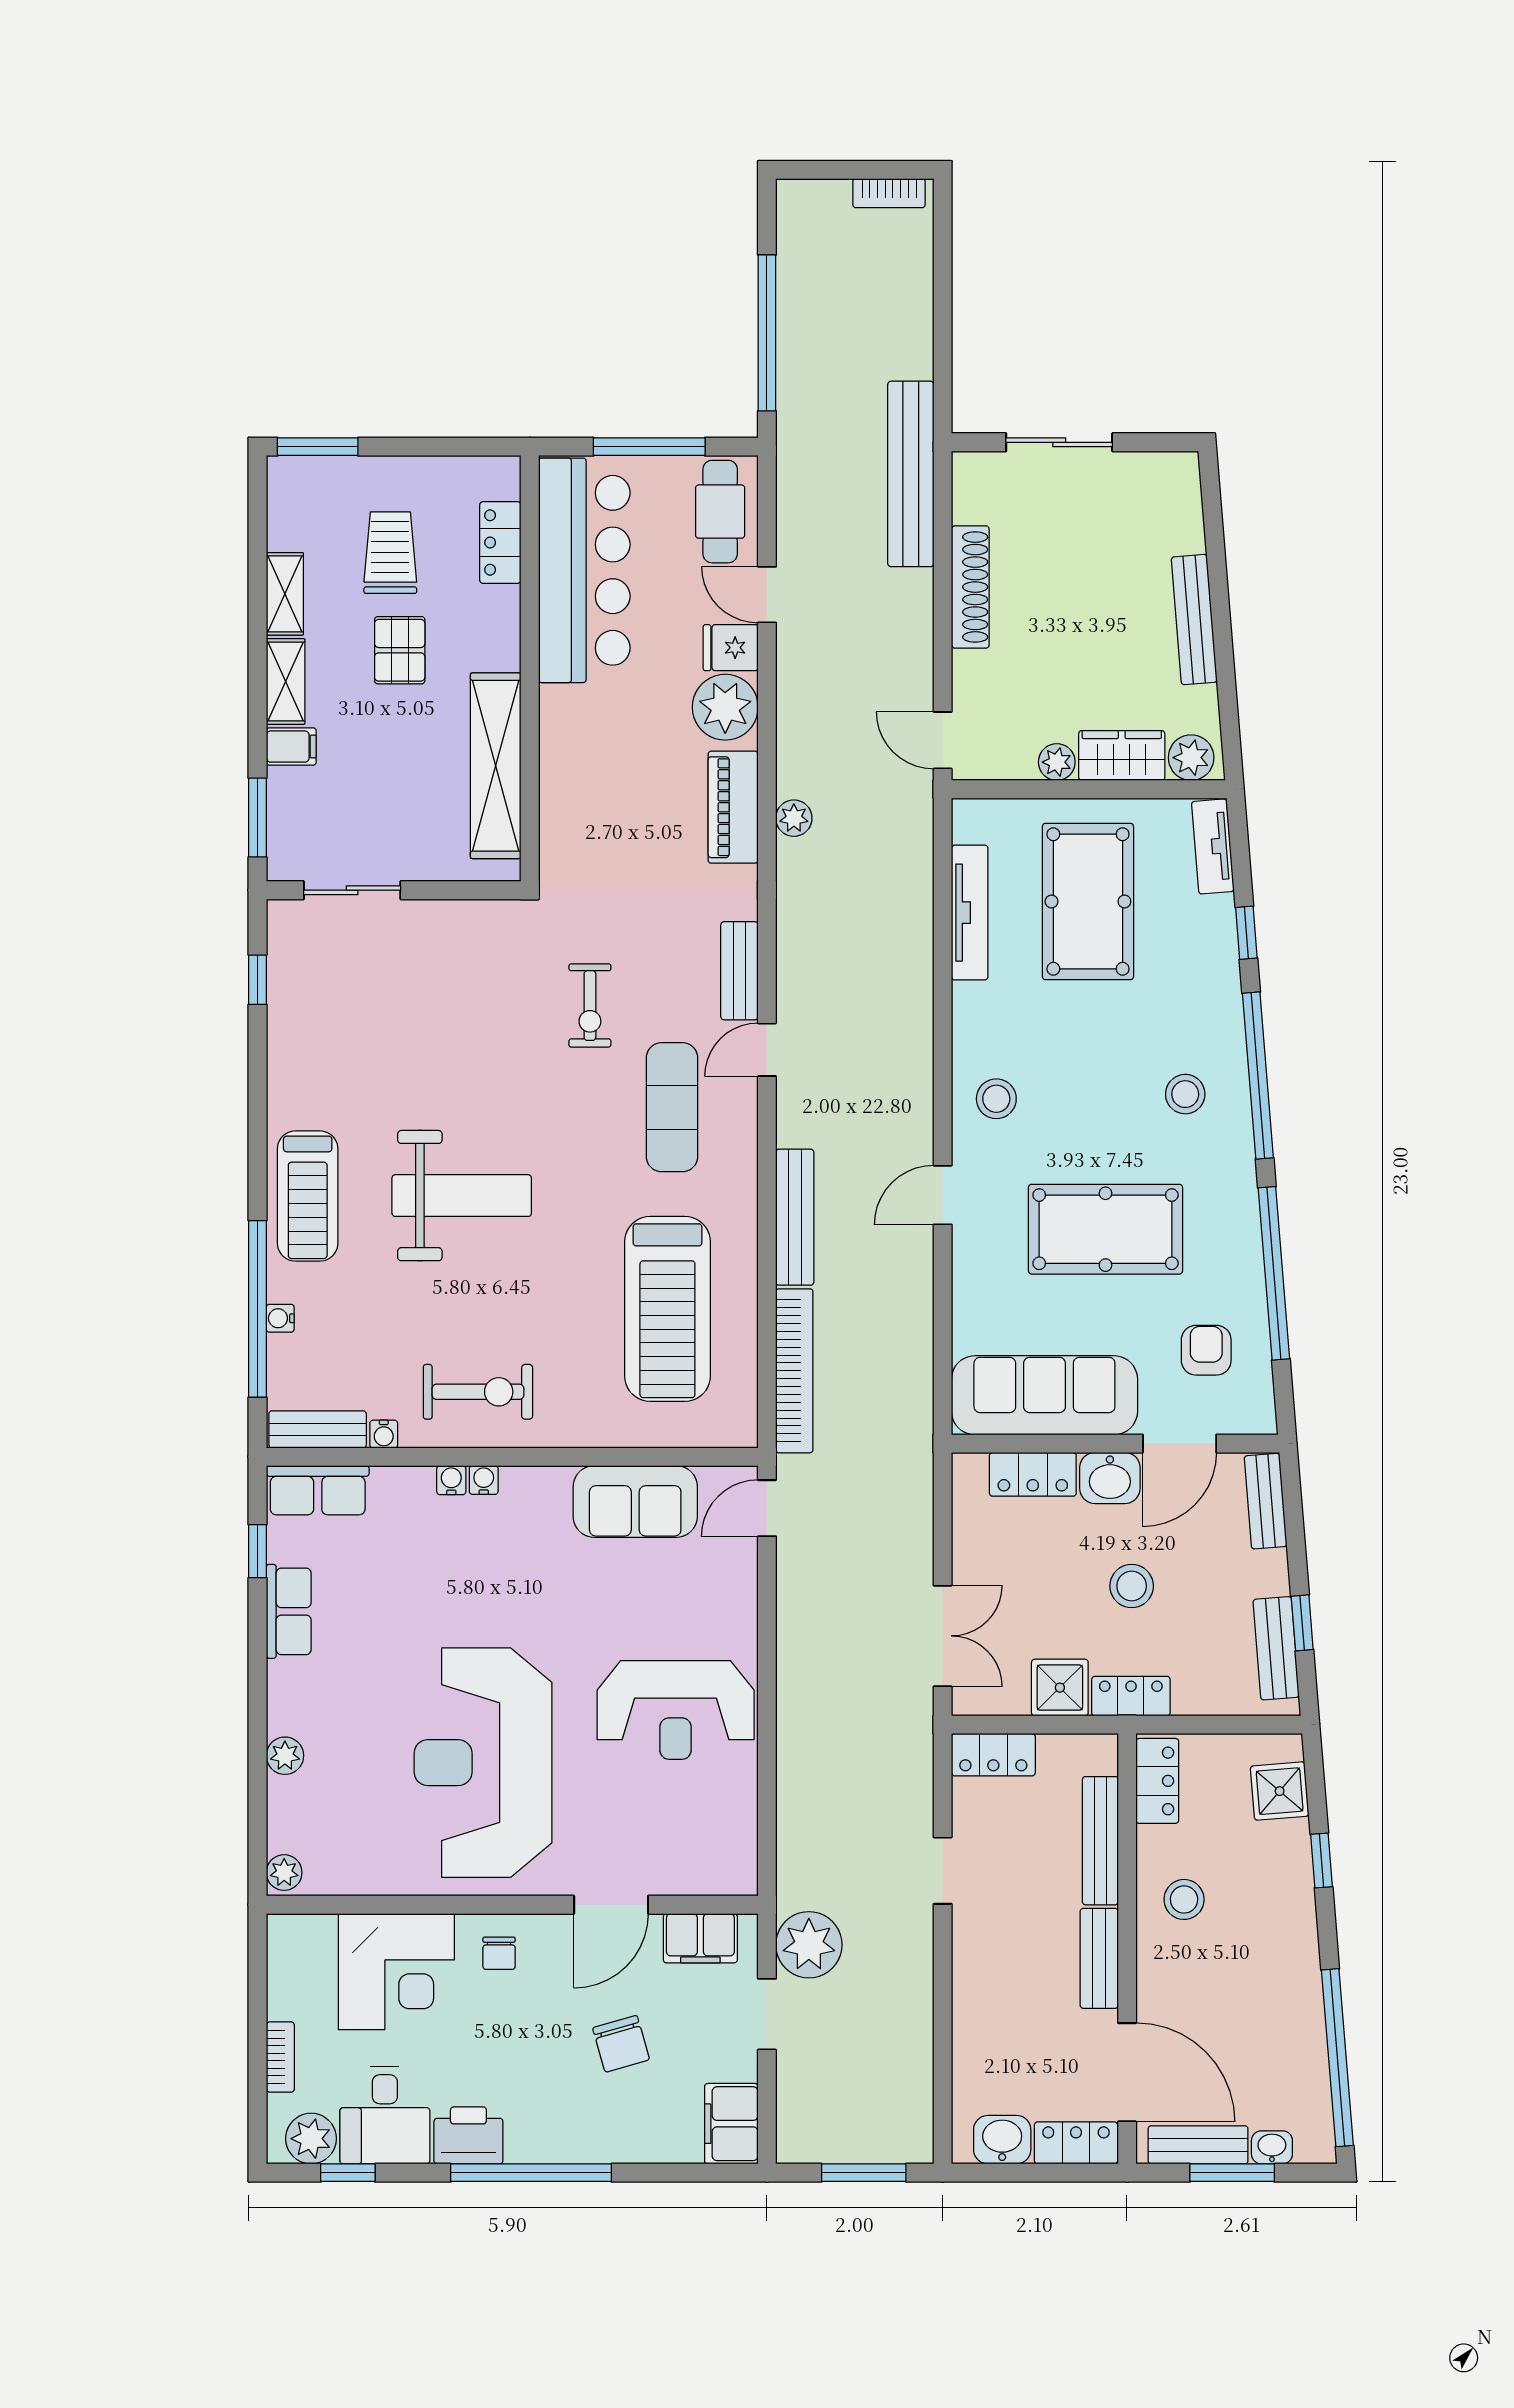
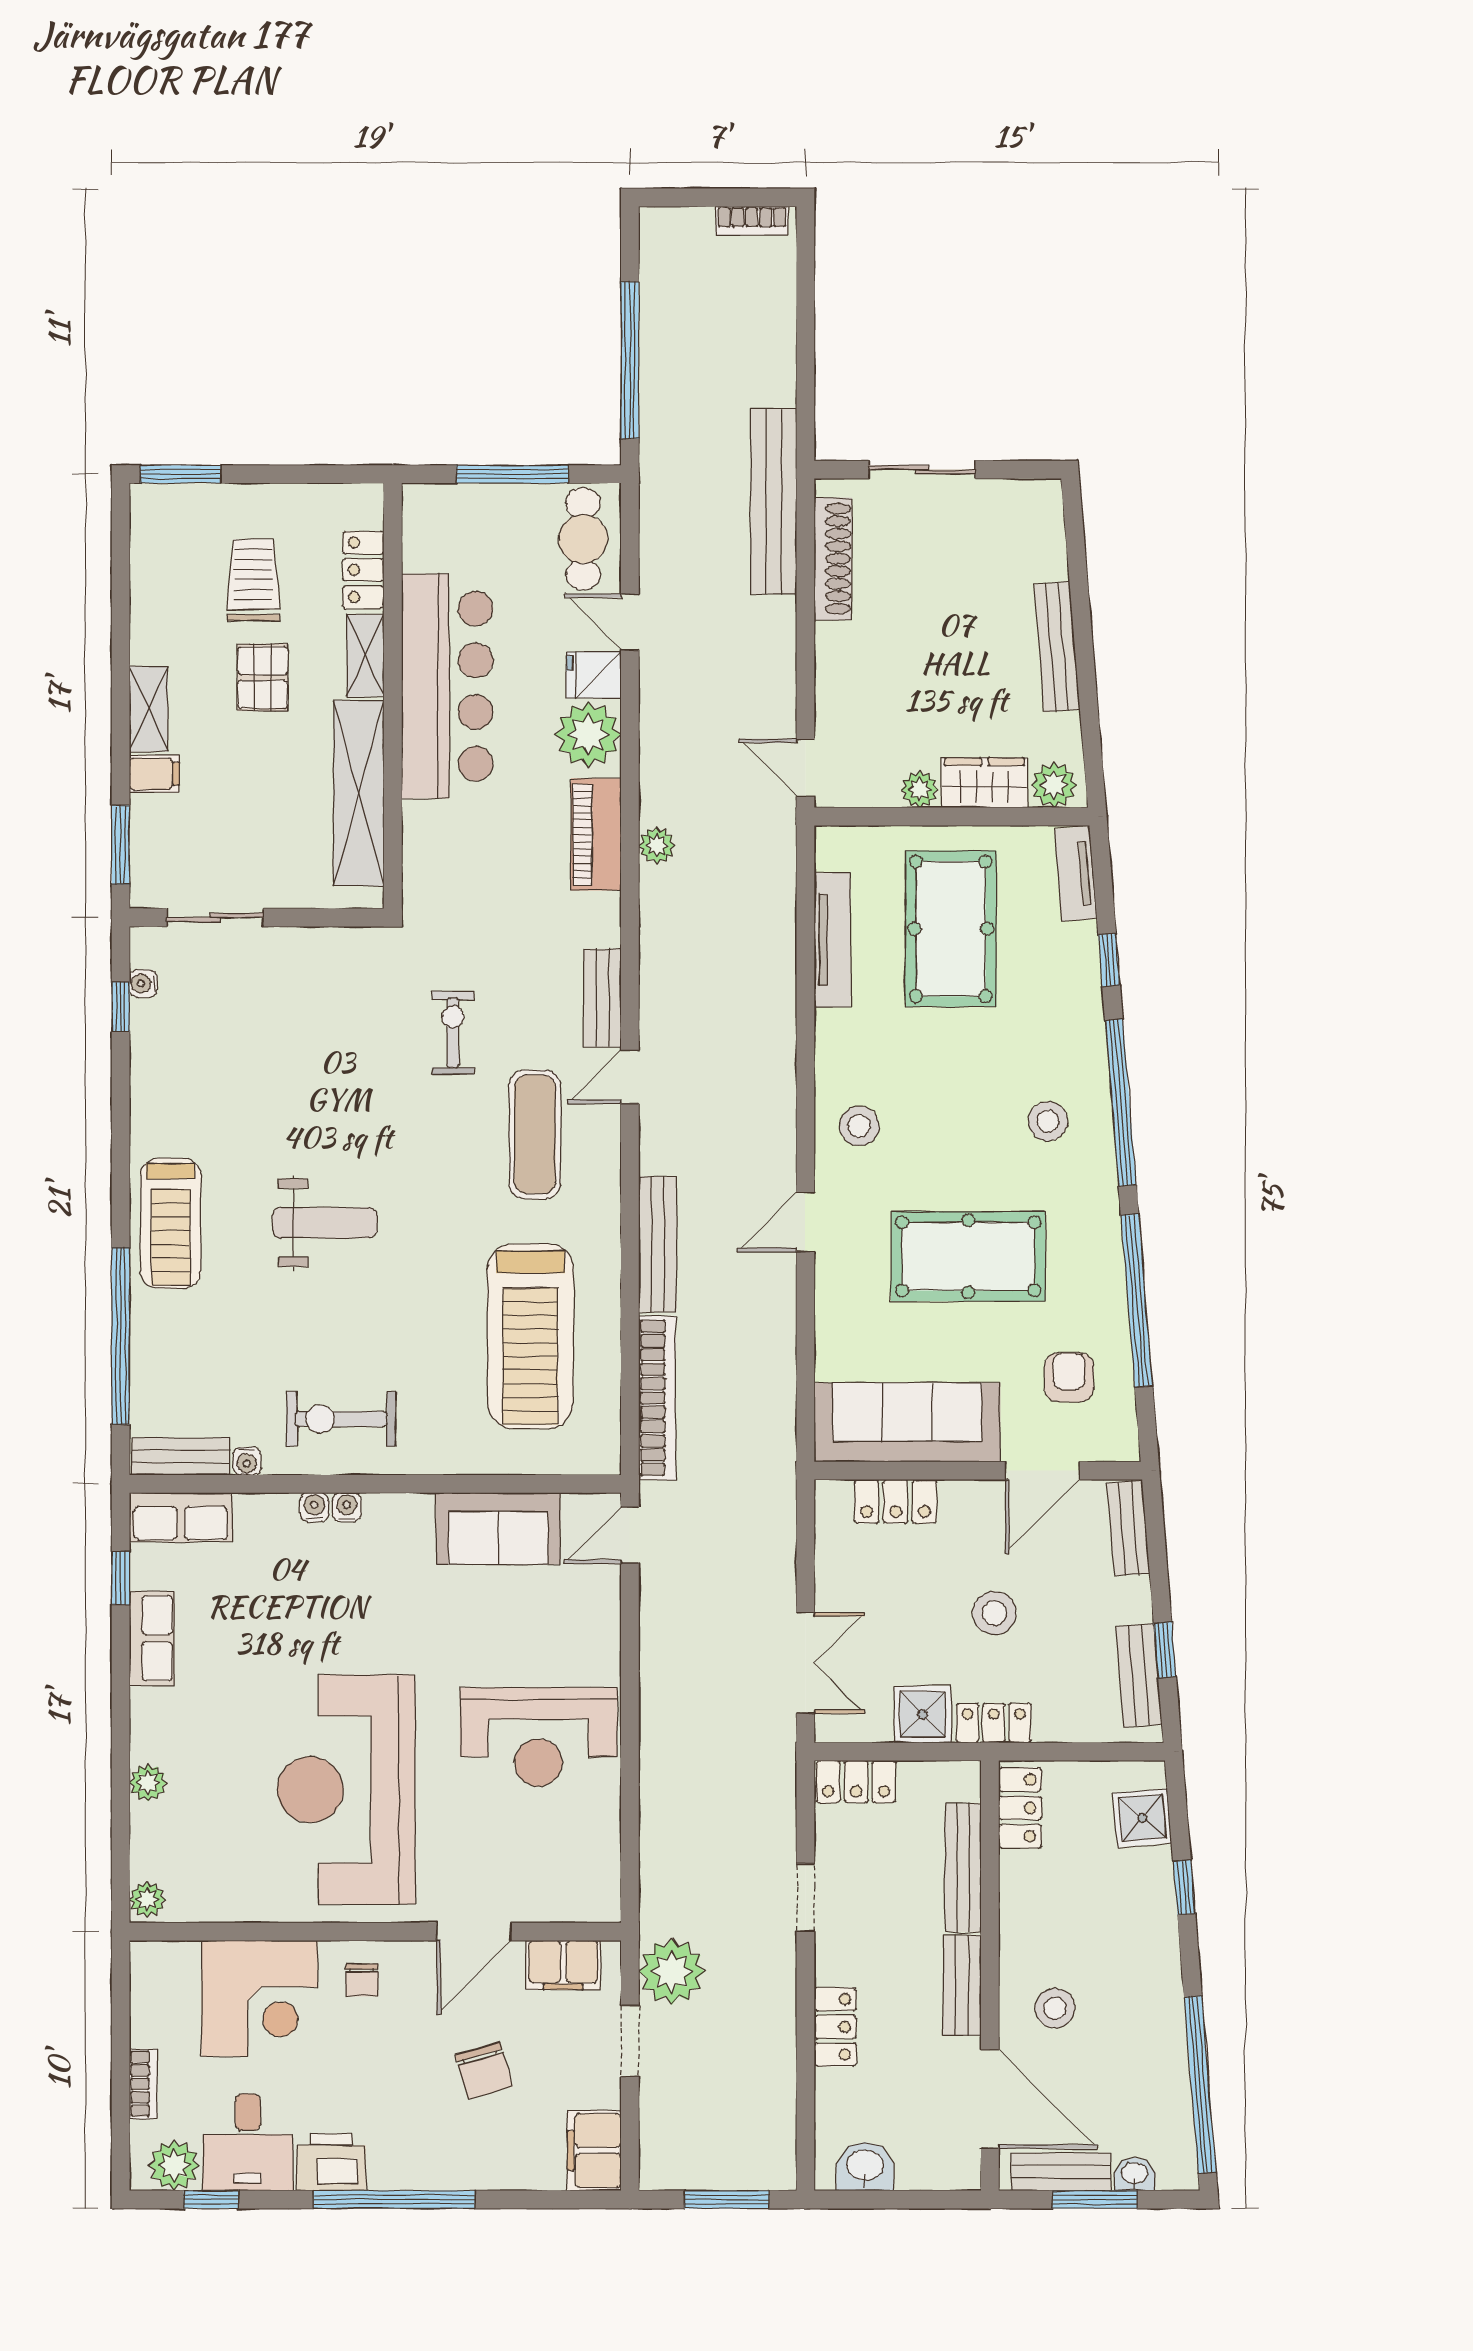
bar counter: (584, 570) -> (447, 686), moved
shoe rack: (970, 587) -> (833, 559), moved
shelving: (285, 594) -> (365, 655), moved
exercise bike: (590, 1006) -> (453, 1033), turned 180
weight bench: (462, 1196) -> (325, 1223), width x0.73, depth x0.75
water cooler: (280, 1318) -> (143, 984), moved
exercise bike: (478, 1392) -> (341, 1419), turned 180
washbasin: (1110, 1478) -> (973, 1505), removed
stool: (1184, 1899) -> (1055, 2008), moved
locker: (1076, 2143) -> (835, 2027), moved, turned 90

